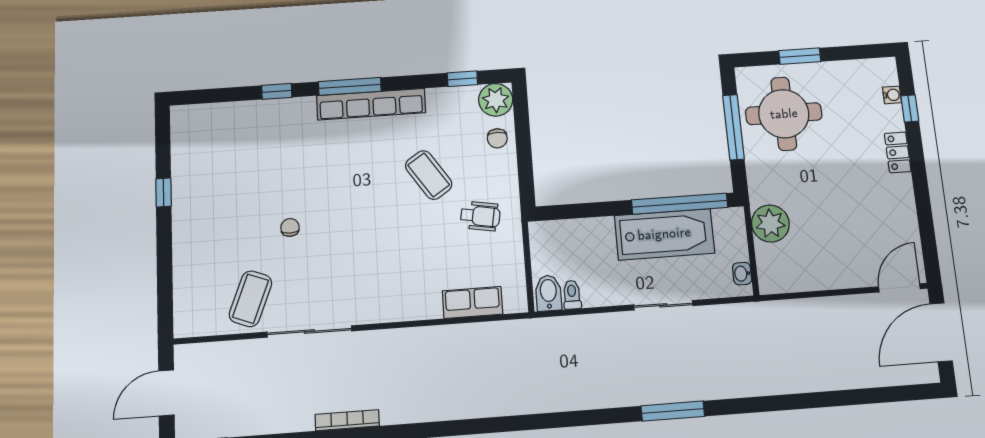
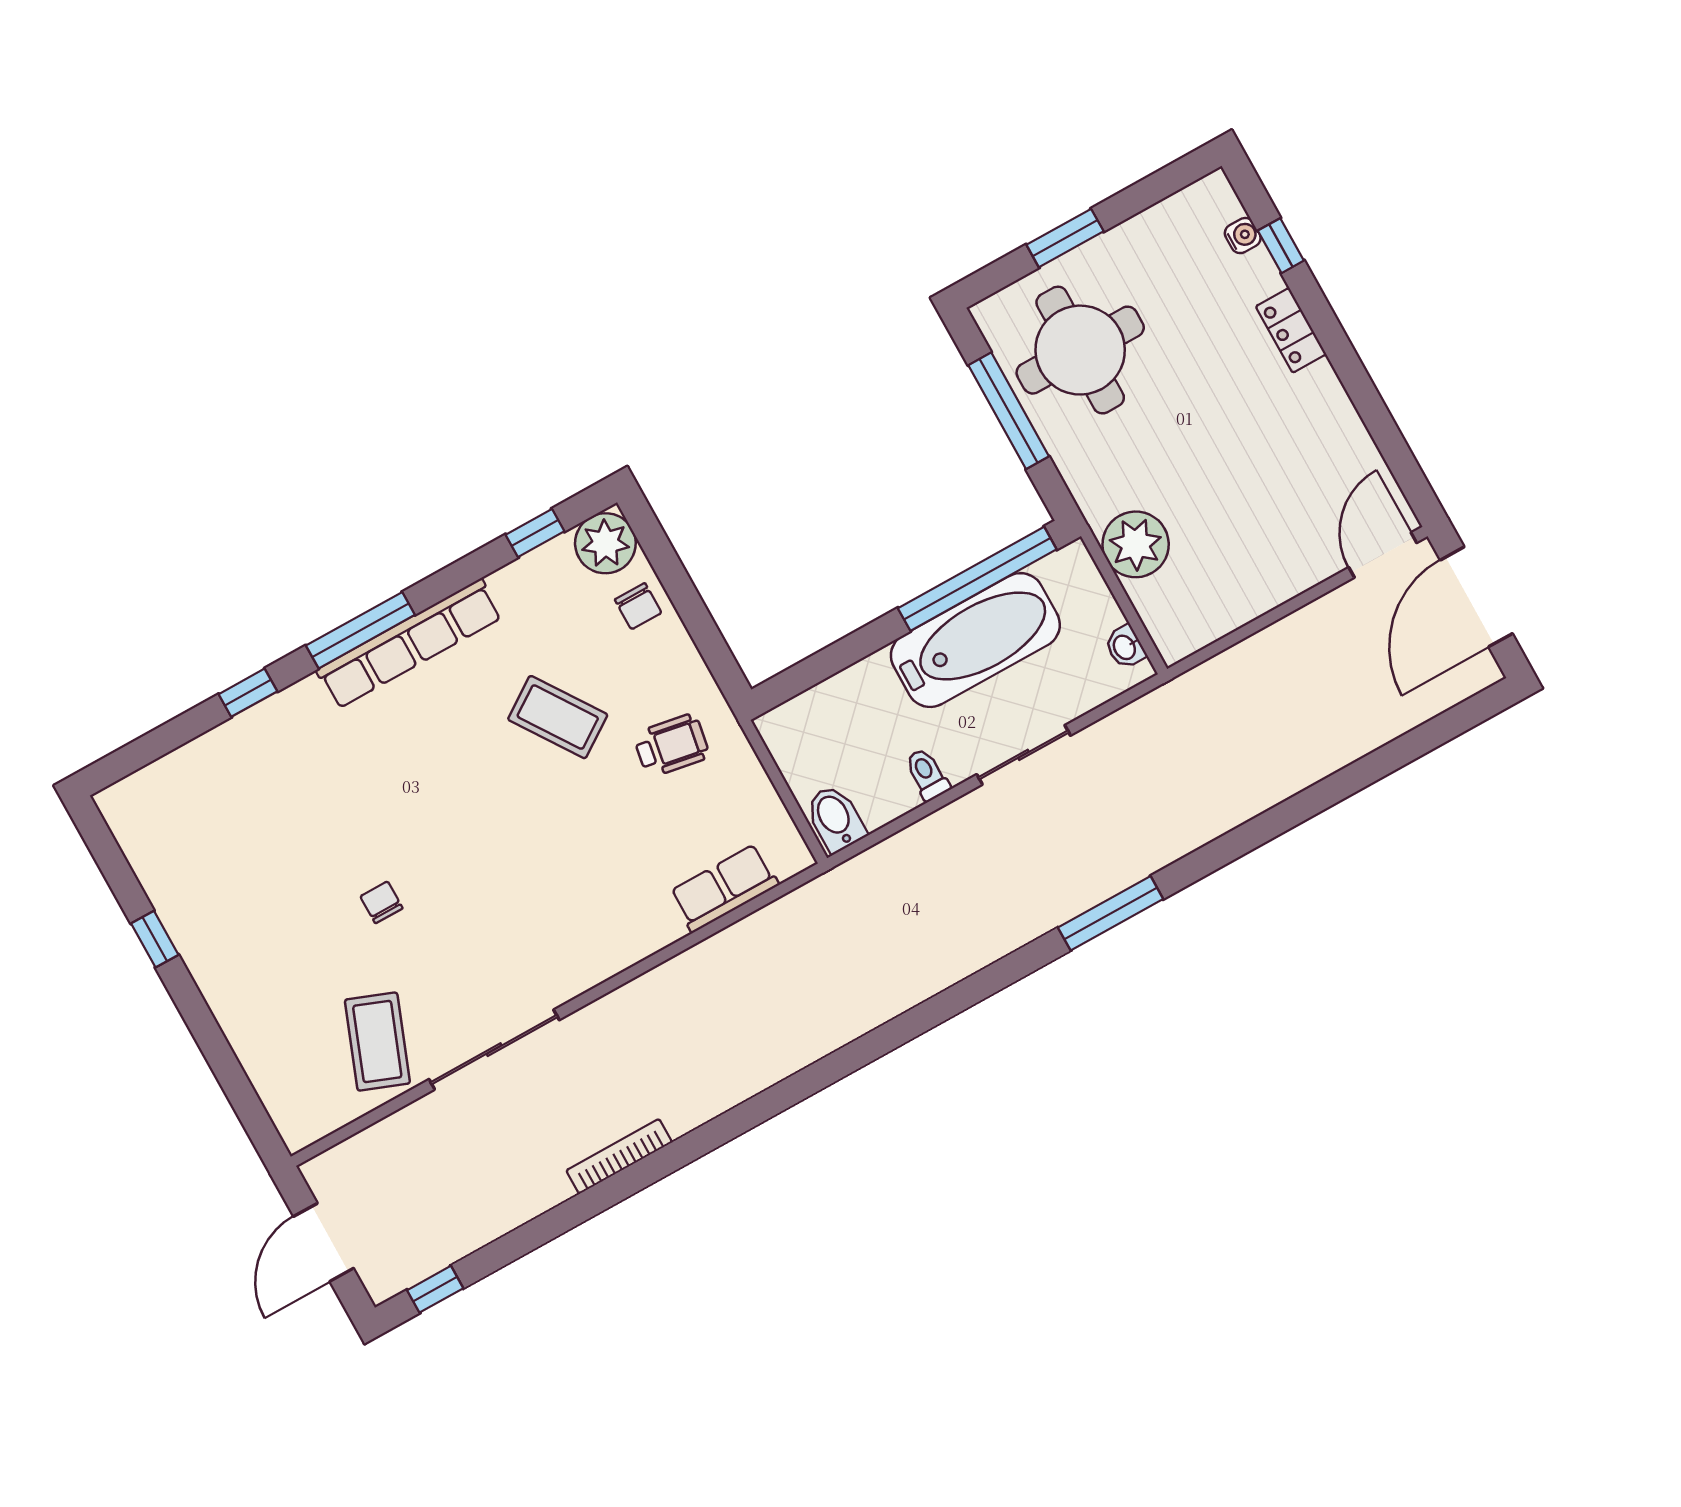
toilet: (572, 295) -> (927, 774), moved

